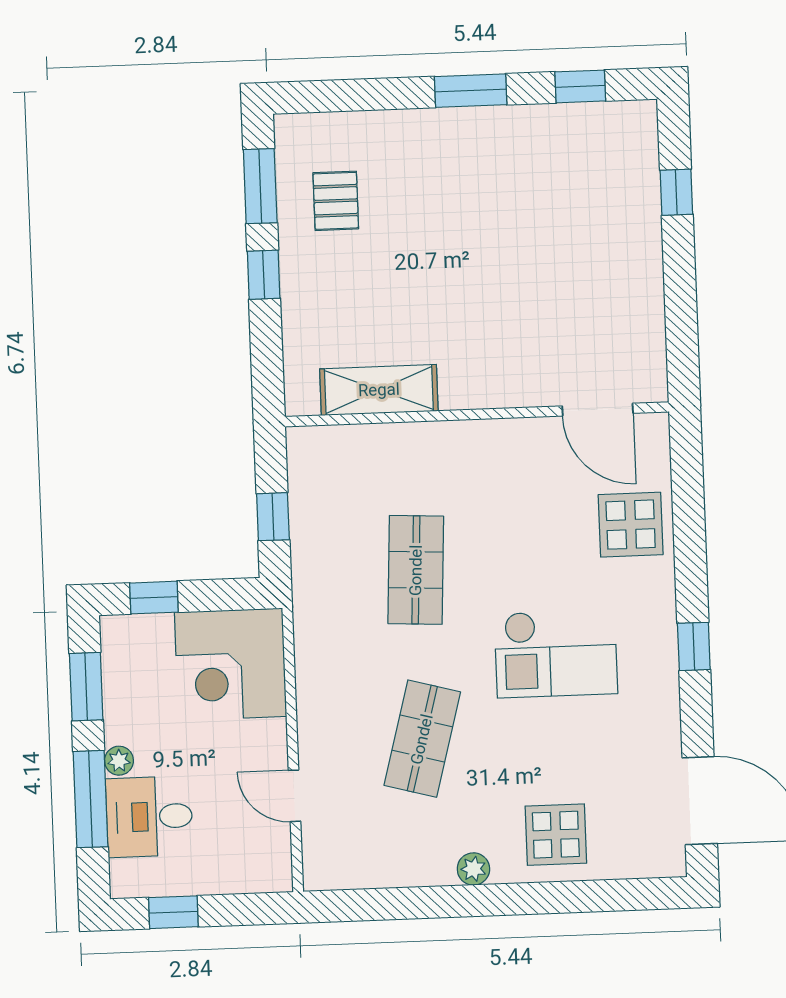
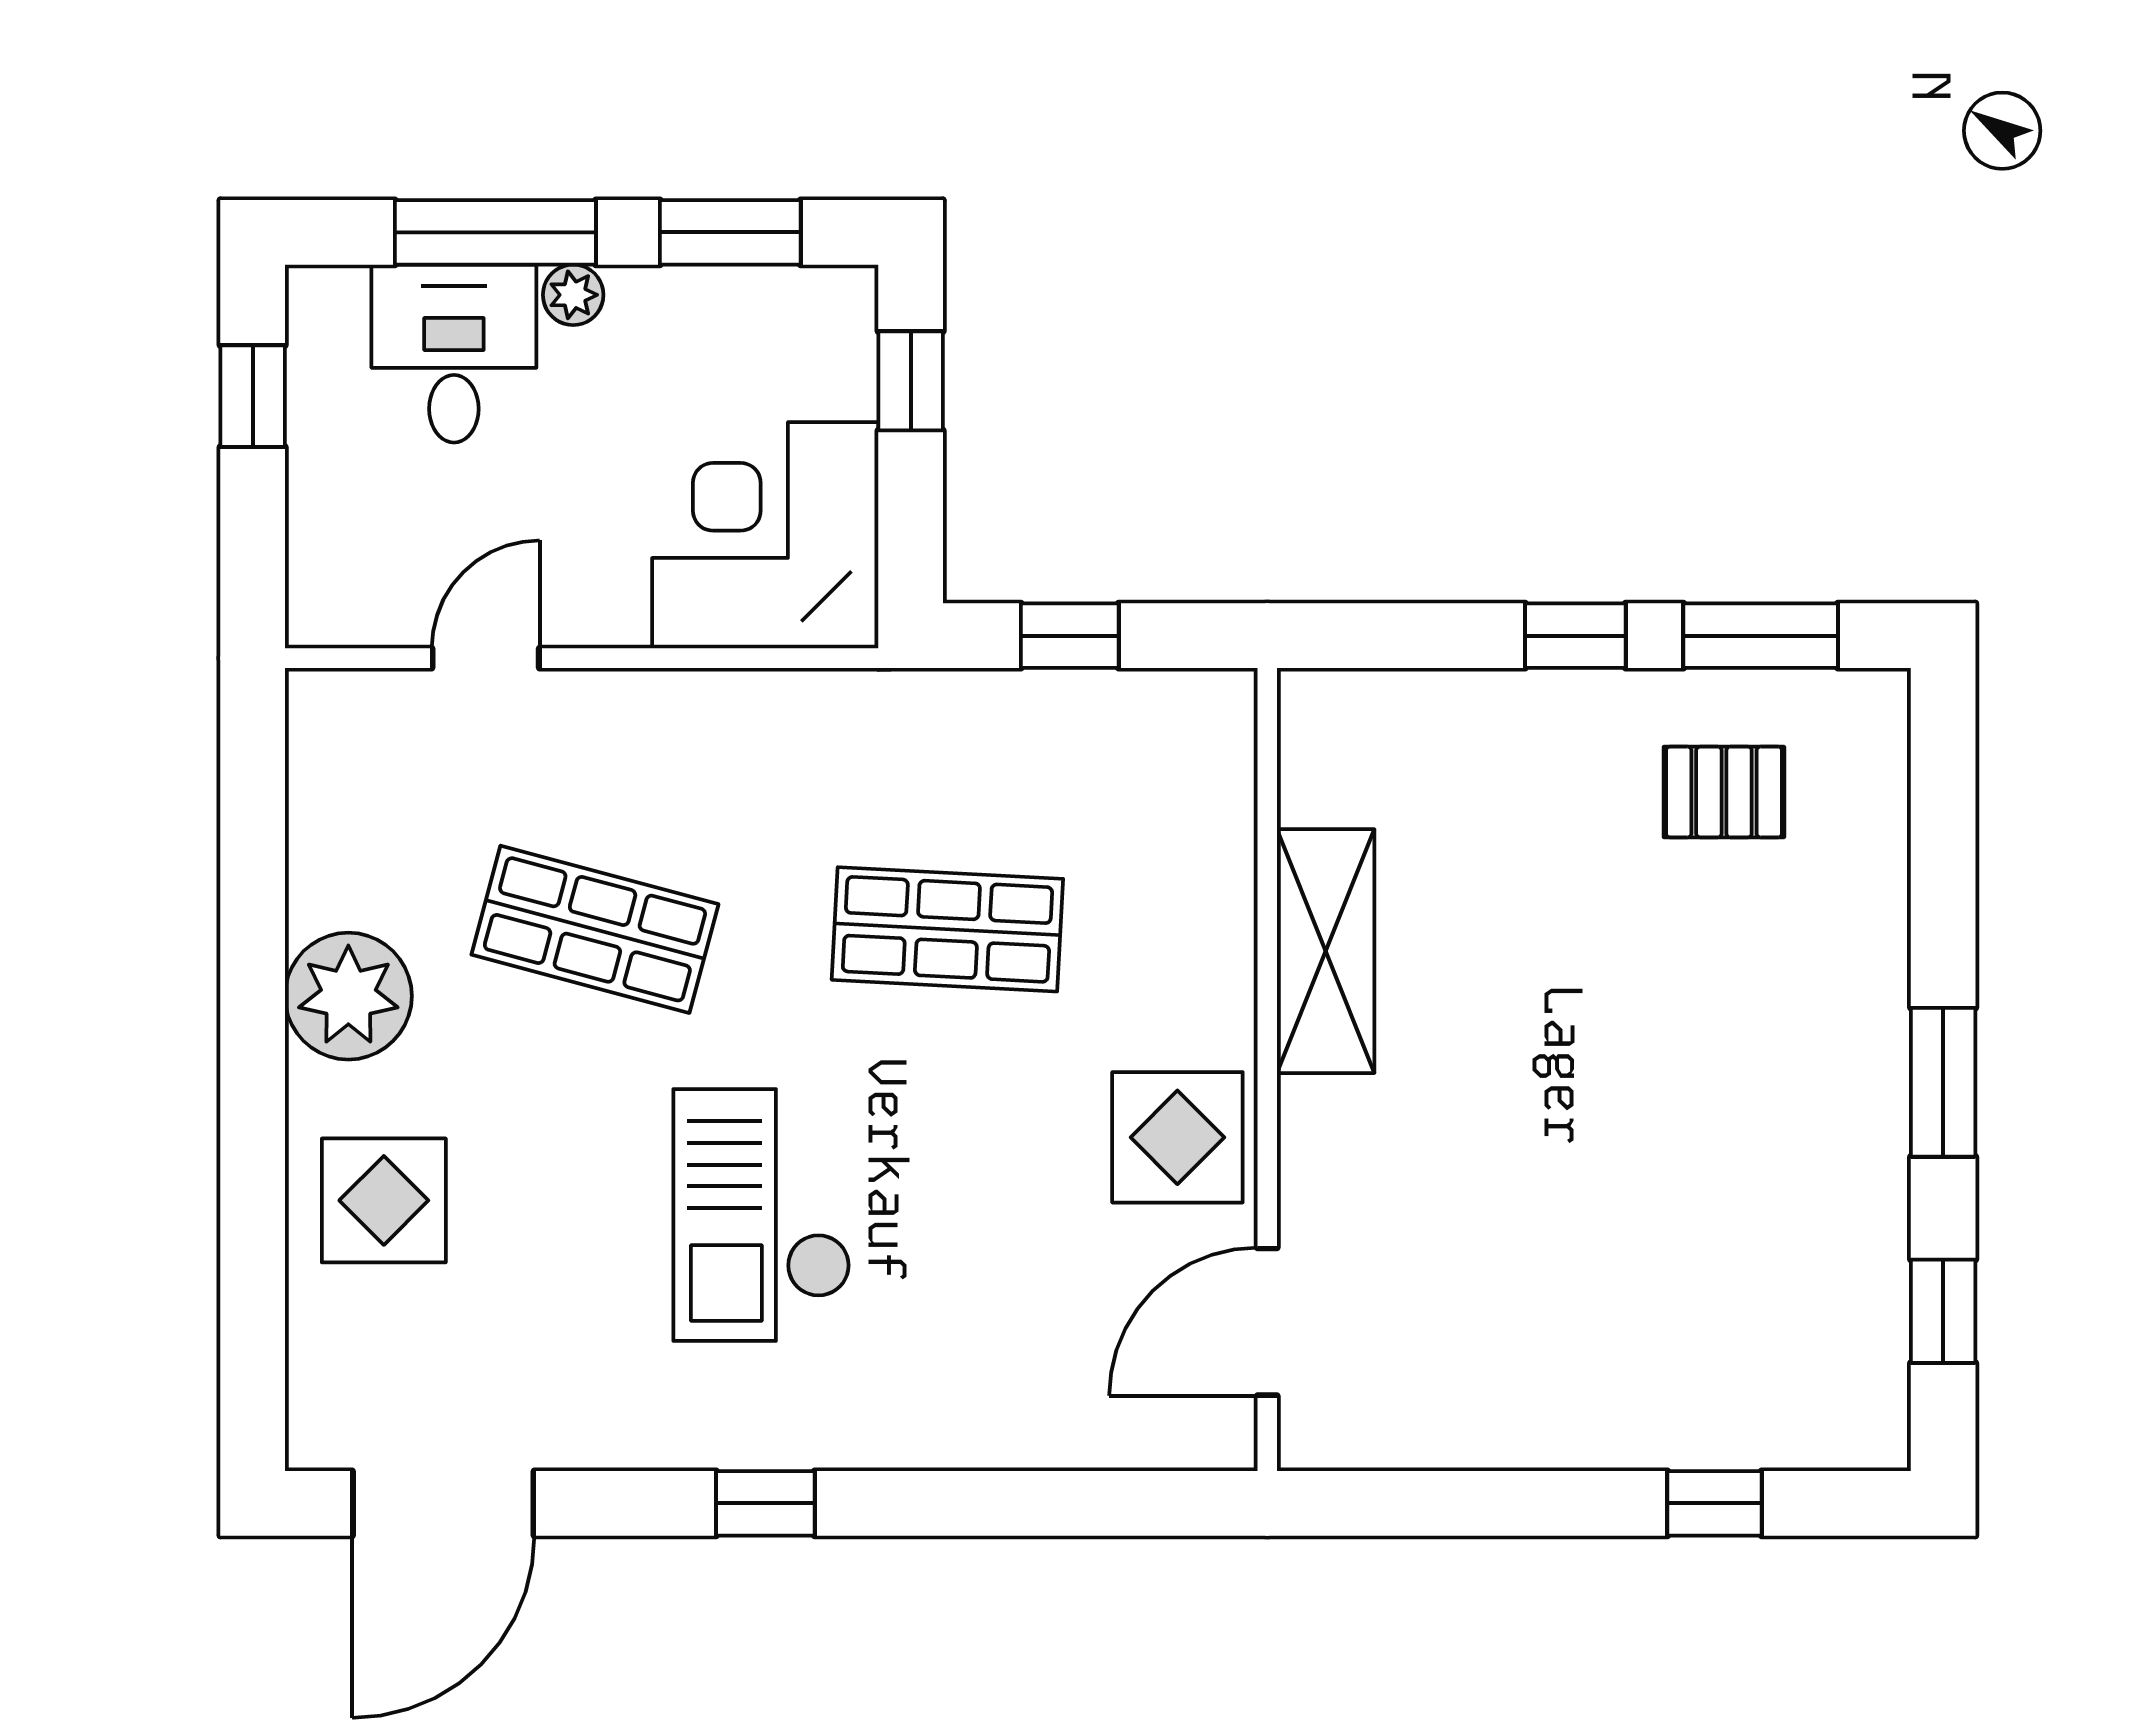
shelving: (379, 390) -> (1326, 951), moved
display table: (631, 525) -> (1177, 1137), moved
plant: (473, 869) -> (348, 996), width x1.87, depth x1.87

